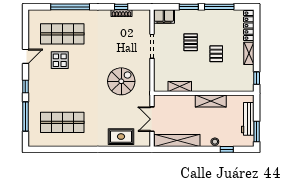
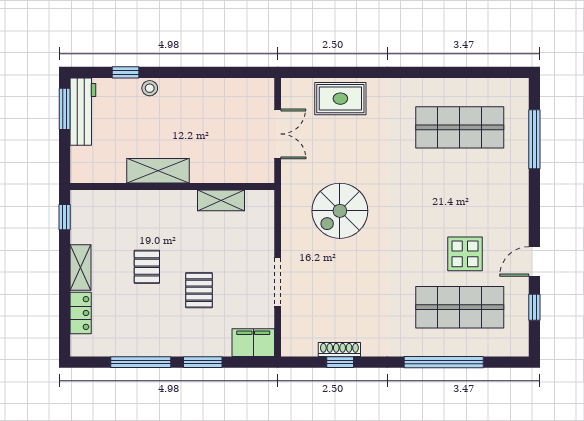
locker: (249, 26) -> (81, 313), width x0.66
window: (25, 87) -> (534, 307), moved
workbench: (248, 119) -> (83, 112), moved
shelving: (177, 141) -> (226, 90), removed

